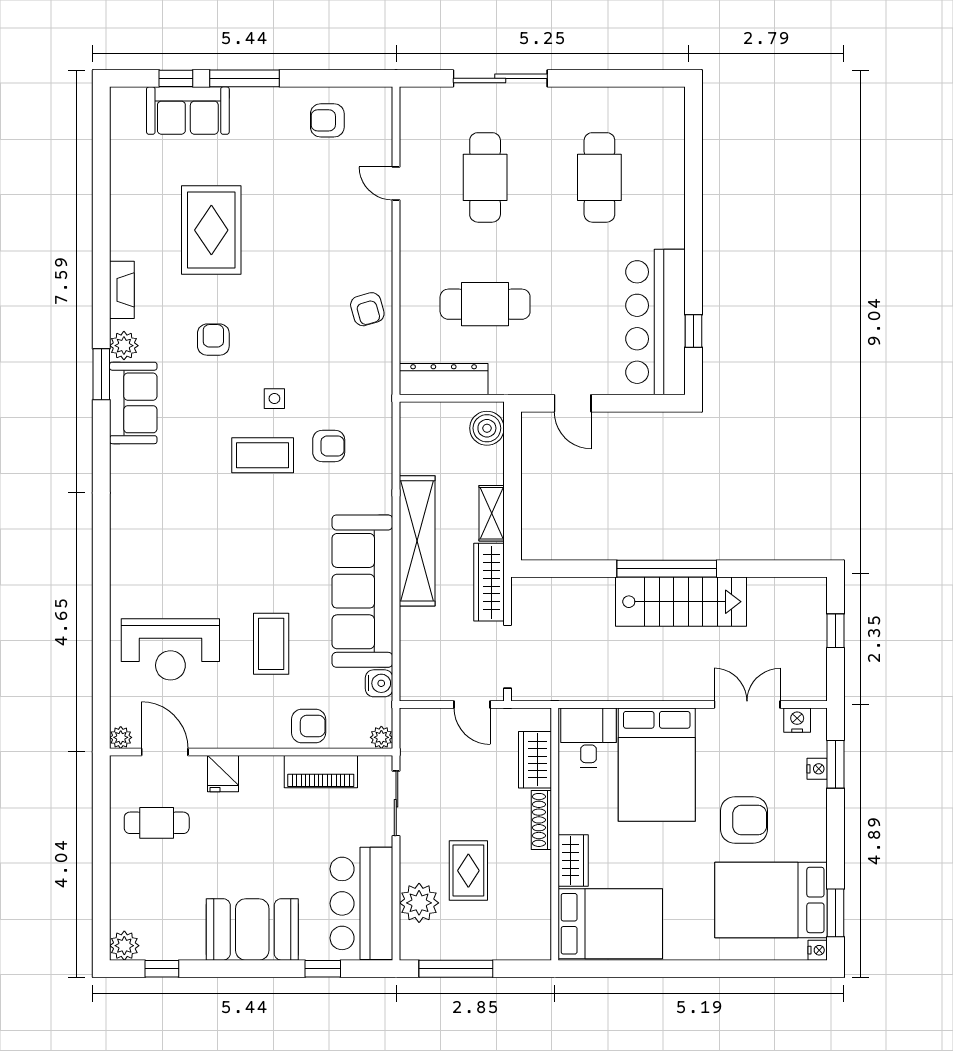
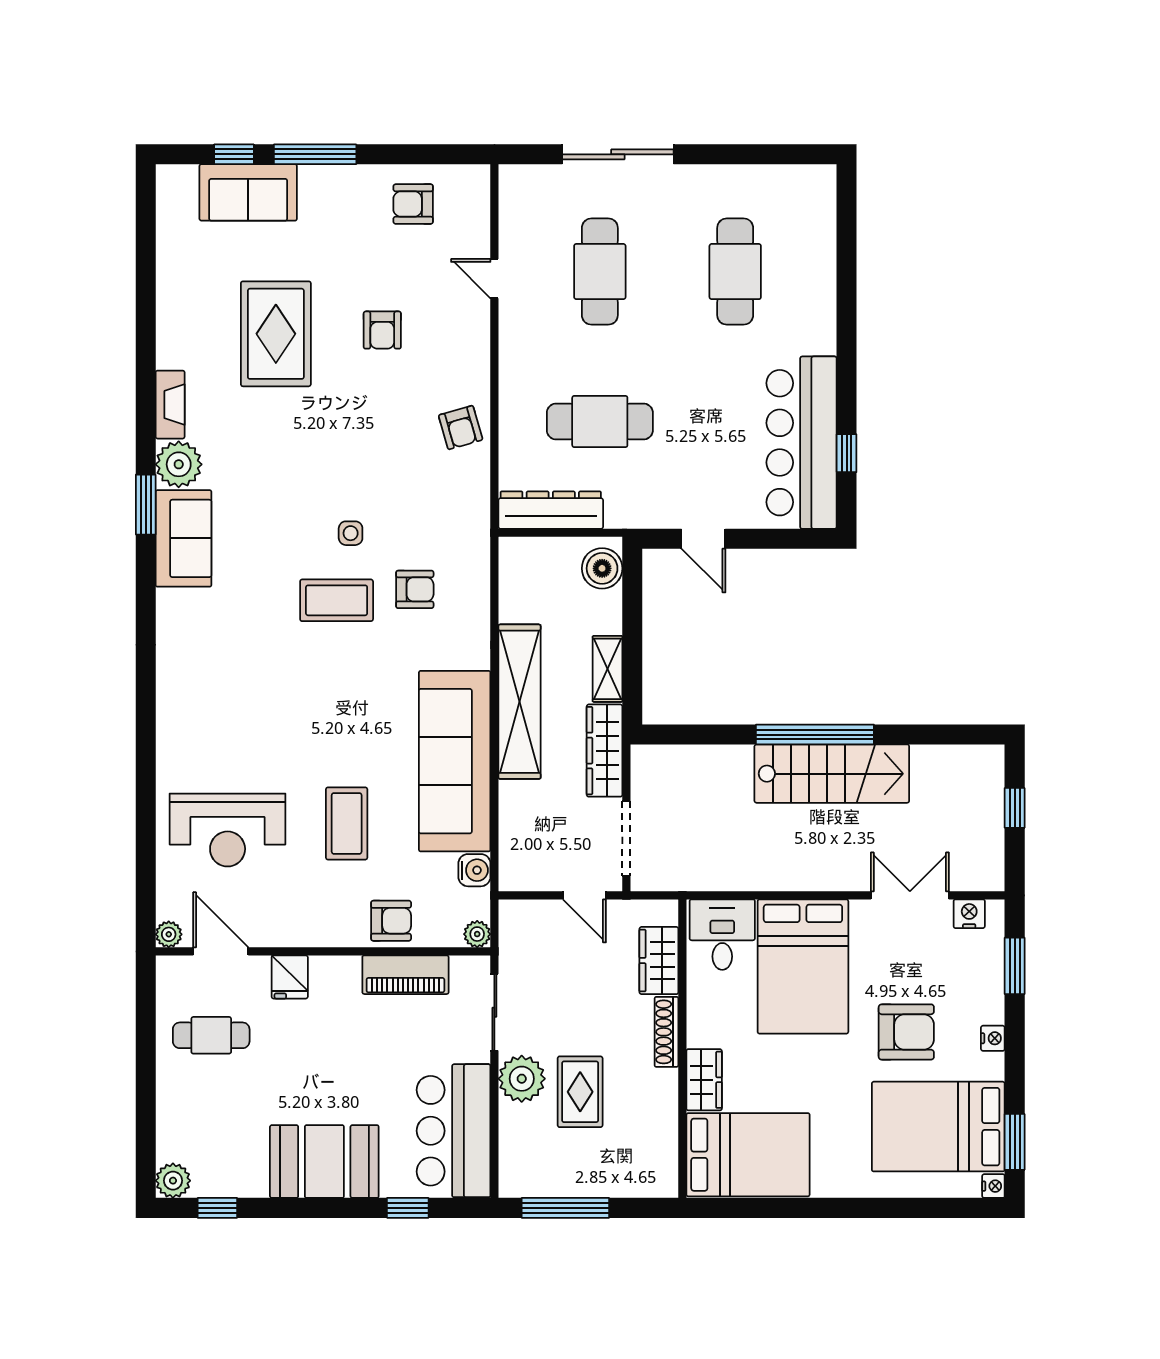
armchair: (213, 340) -> (382, 330), moved, turned 180
plant: (124, 346) -> (179, 464), width x1.36, depth x1.36
nightstand: (817, 769) -> (993, 1038), moved
plant: (419, 903) -> (522, 1079), moved

